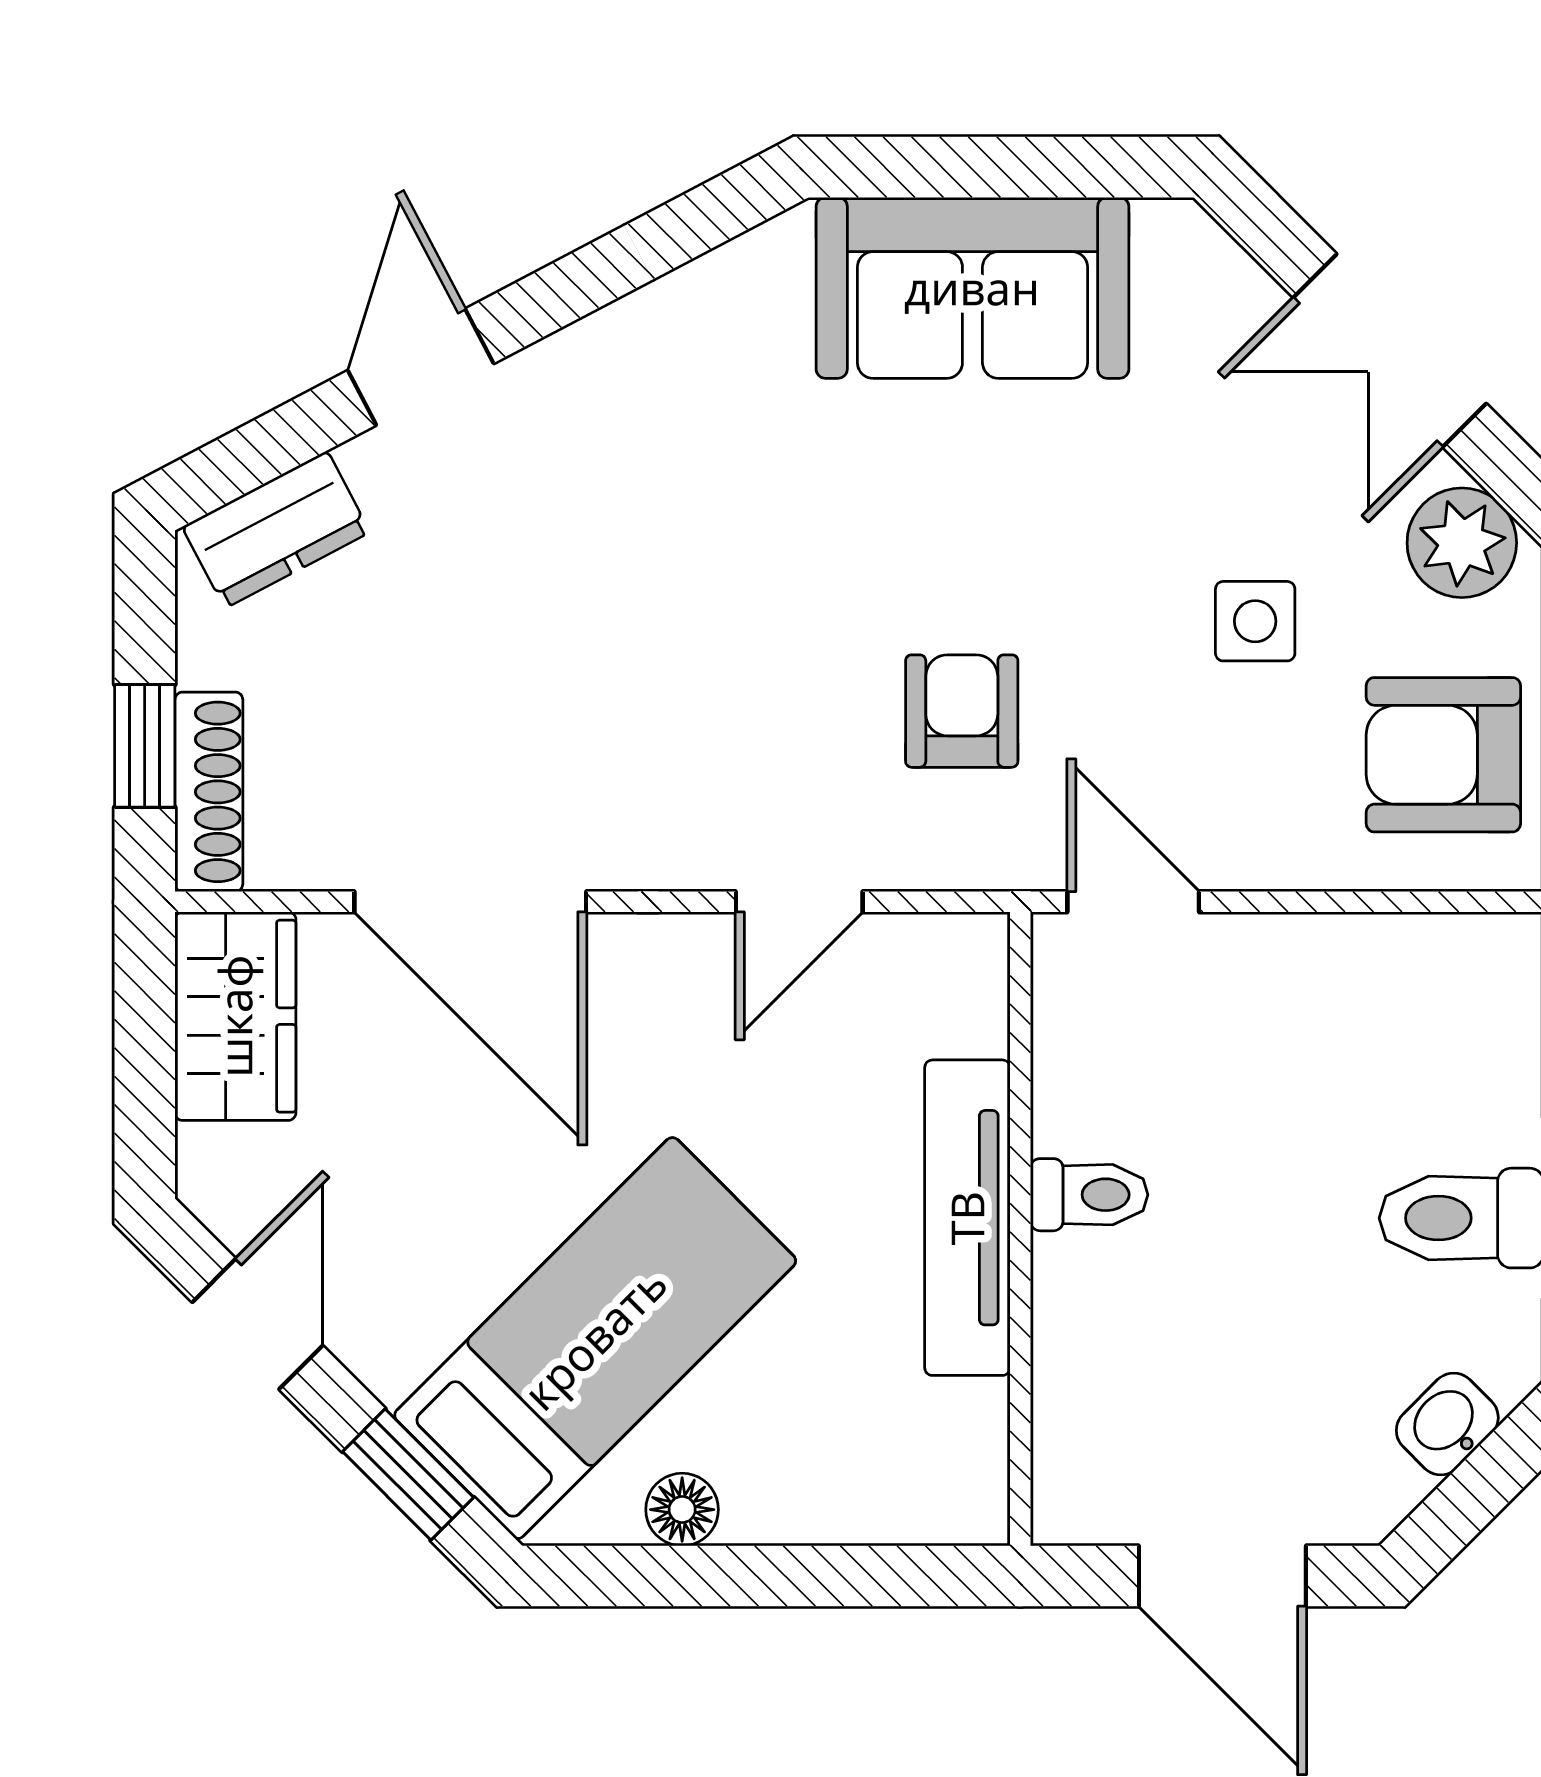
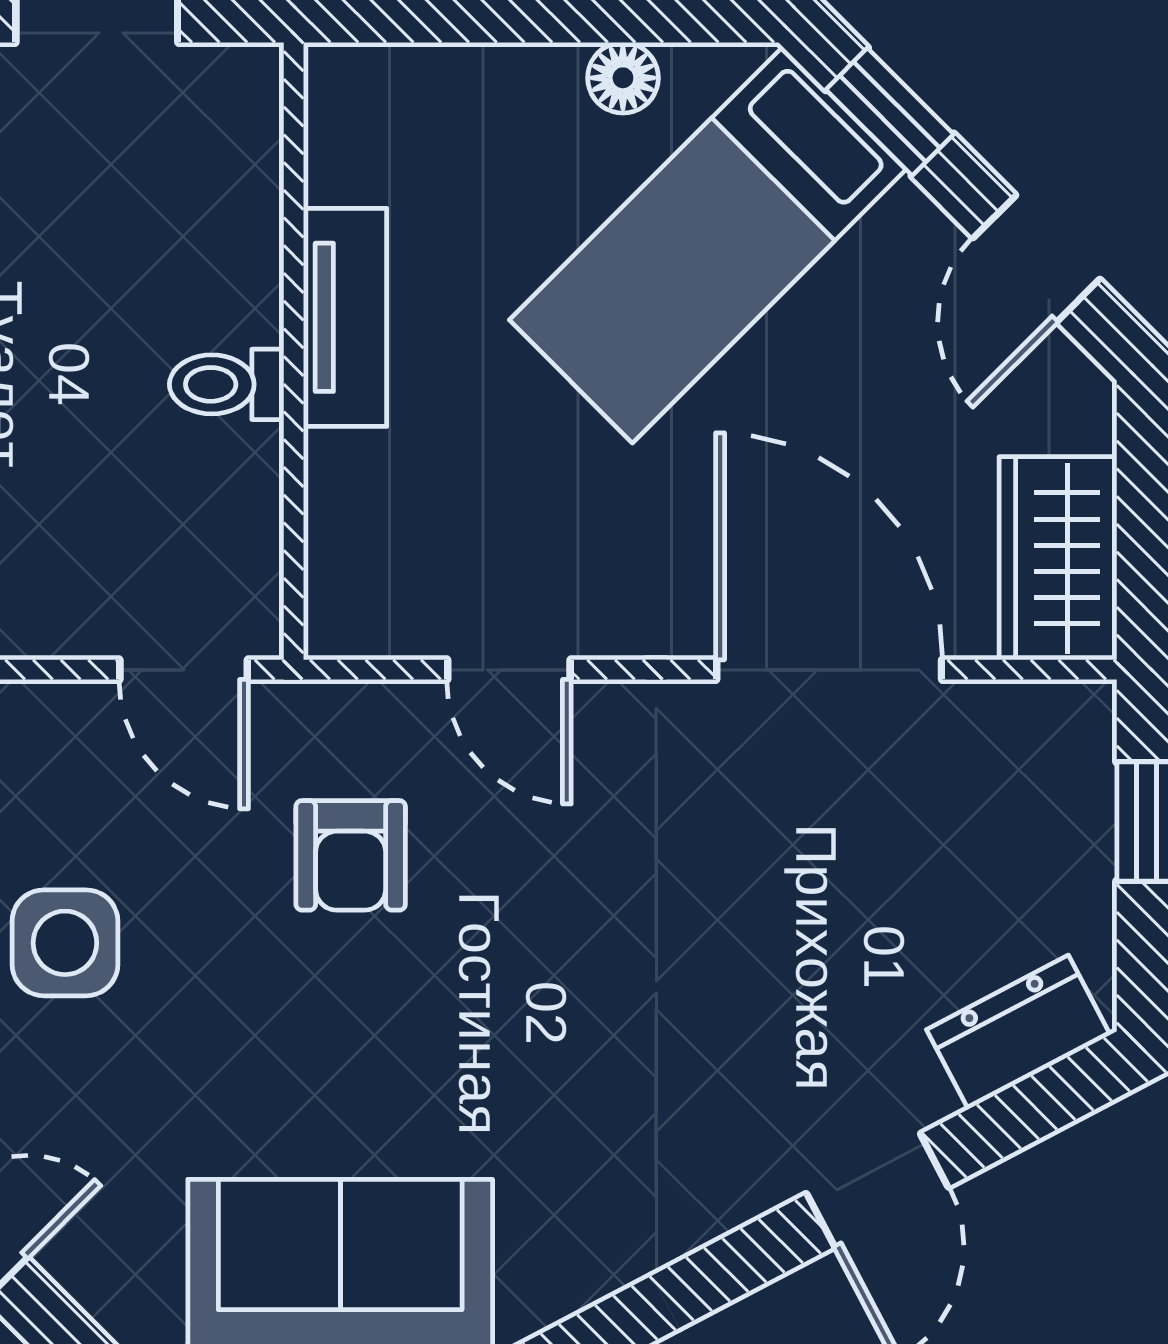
side table: (1255, 621) -> (65, 943), width x1.37, depth x1.37
shoe rack: (209, 792) -> (1084, 777), removed
door: (799, 902) -> (509, 670), swing flipped
tv unit: (967, 1218) -> (345, 317), width x0.71

